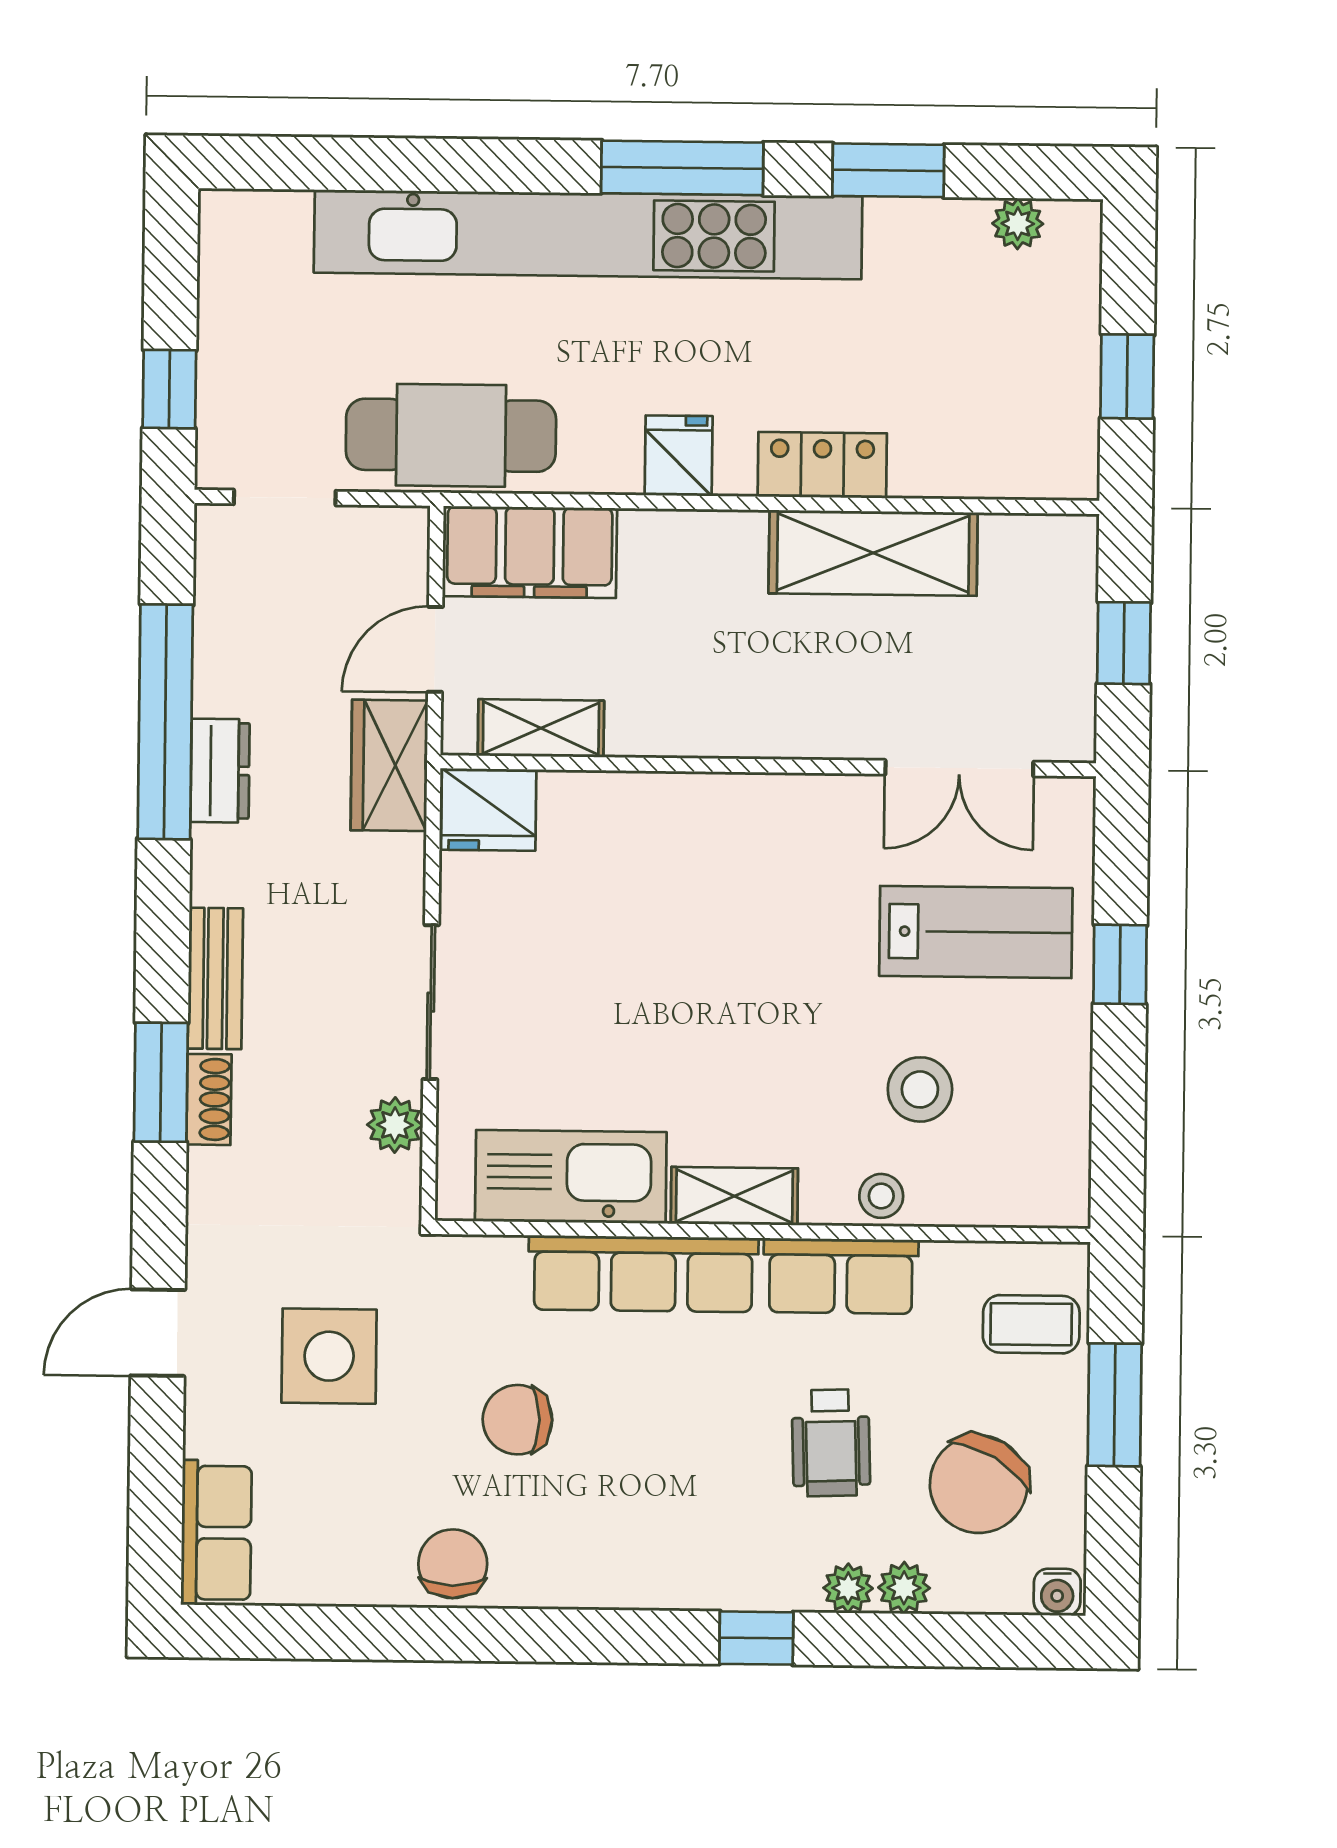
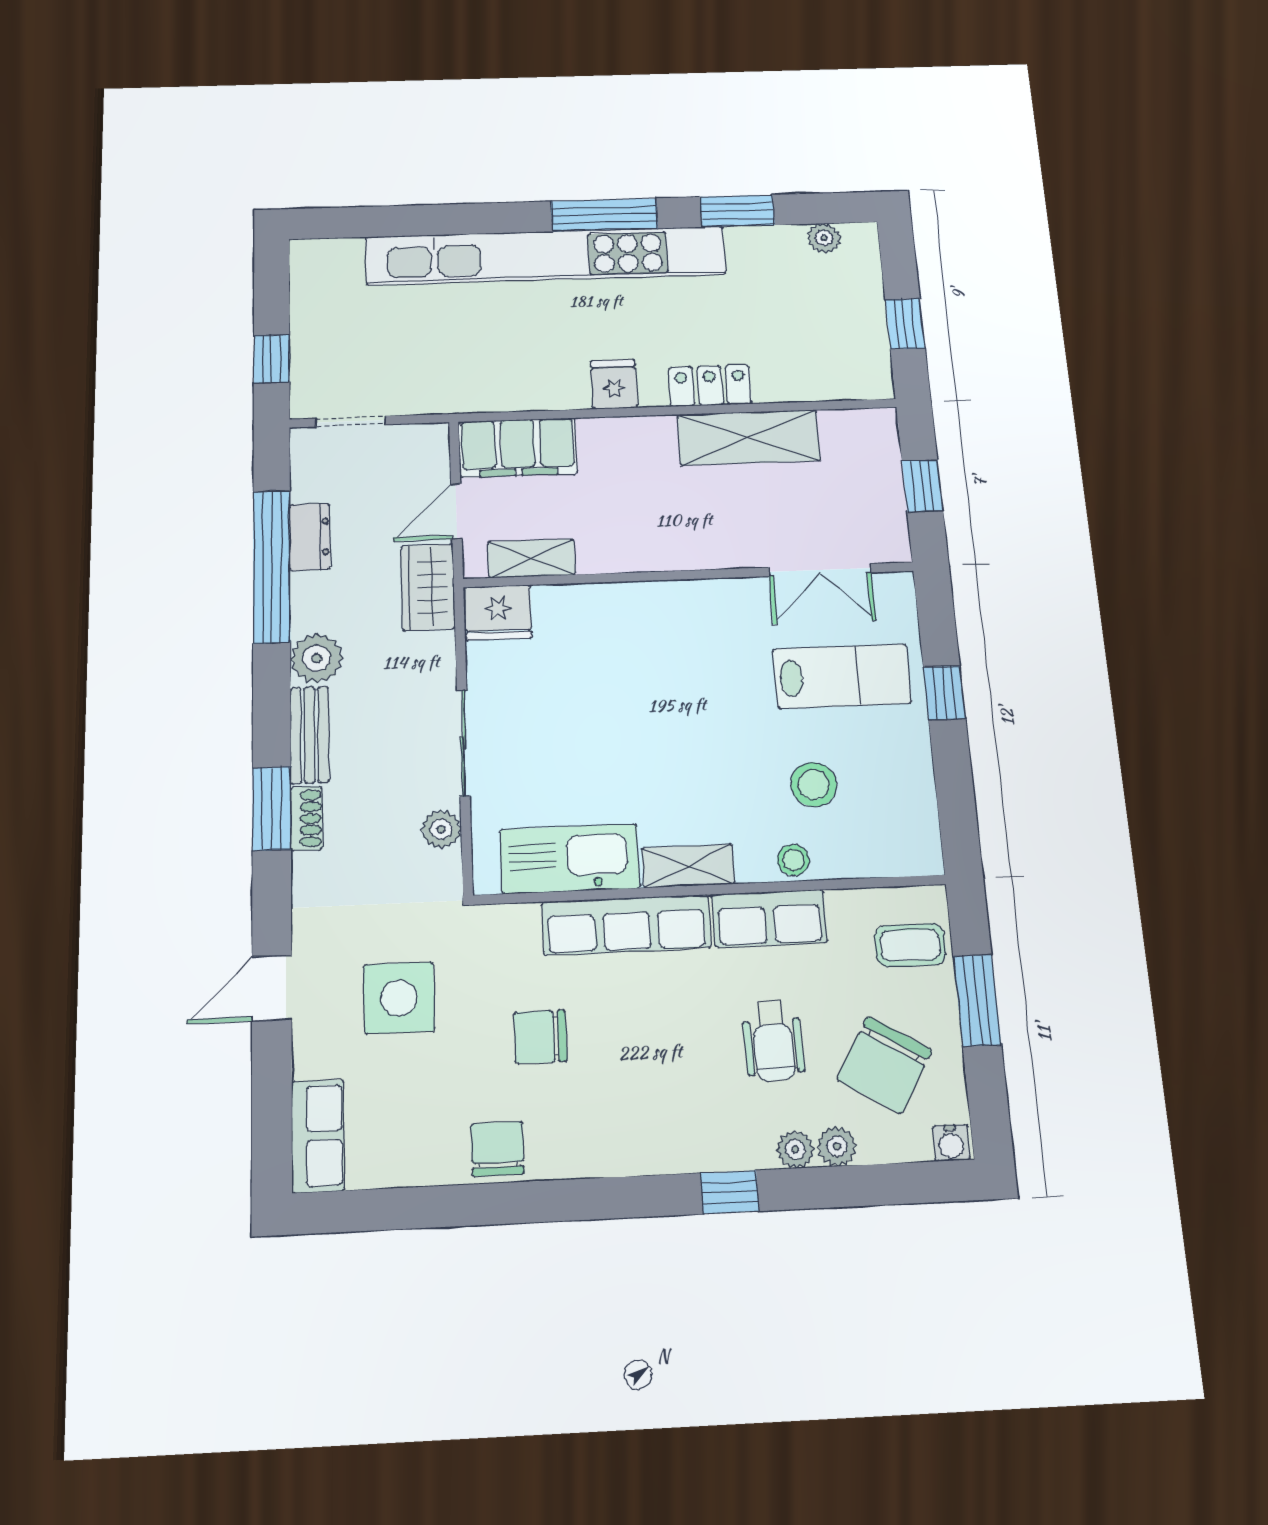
cafe table: (451, 435) -> (461, 378), removed
dresser: (220, 771) -> (310, 537), moved
plant: (227, 865) -> (317, 658), added

